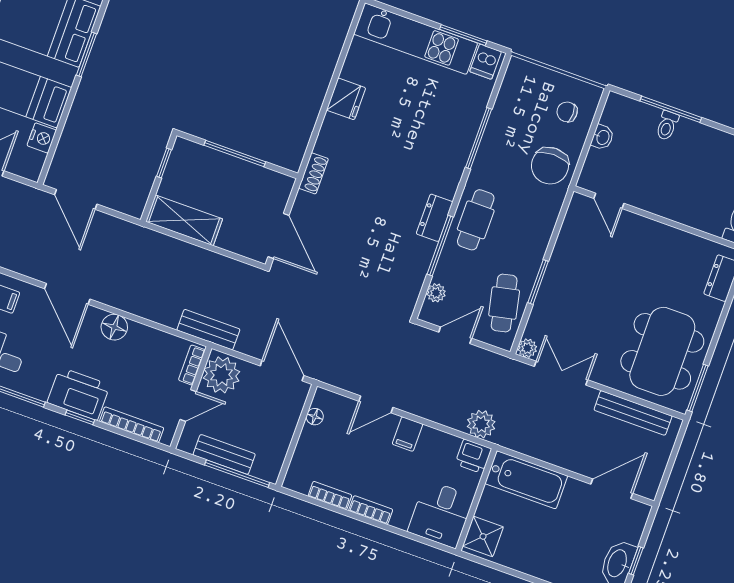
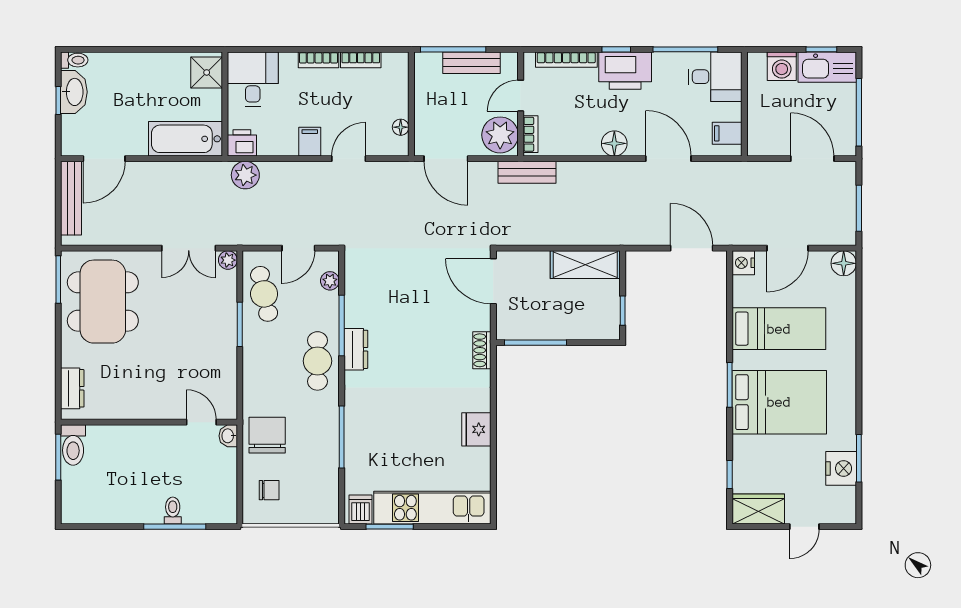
washbasin: (602, 137) -> (228, 436), moved
nightstand: (42, 138) -> (743, 263), moved
window: (235, 153) -> (535, 343), moved
bench: (633, 413) -> (71, 198), moved, turned 90

